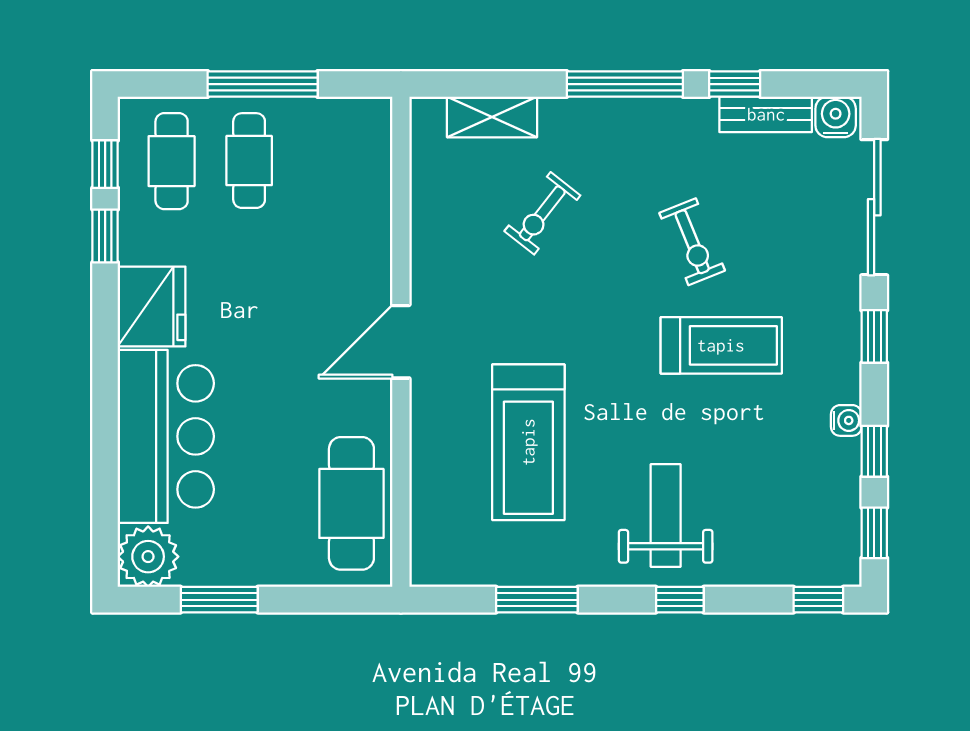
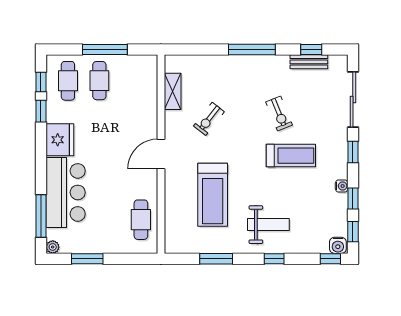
window: (735, 84) -> (311, 49), moved
shelving: (492, 117) -> (173, 91), moved, turned 90
water cooler: (836, 117) -> (338, 245), moved, turned 180
exercise bike: (542, 213) -> (209, 119), moved
window: (105, 495) -> (41, 216), added
cafe table: (351, 503) -> (141, 220), width x0.73, depth x0.74
weight bench: (666, 516) -> (268, 225), turned 90
plant: (148, 557) -> (53, 247), width x0.53, depth x0.53

